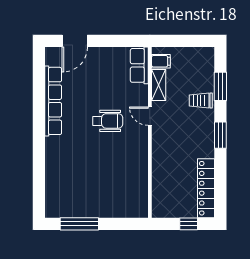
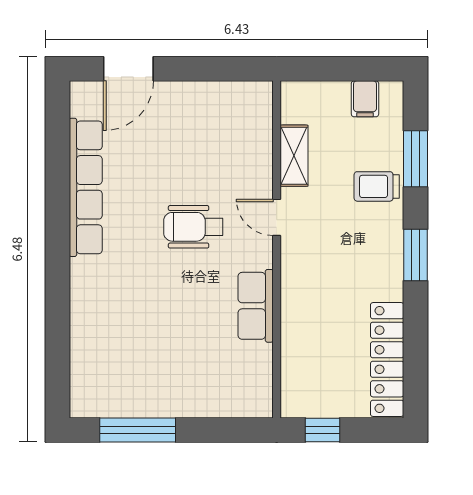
filing cabinet: (161, 61) -> (365, 99), moved, turned 90
row of seats: (139, 65) -> (256, 306), moved
wheelchair: (108, 121) -> (193, 227), turned 180
window: (189, 224) -> (323, 430), moved

